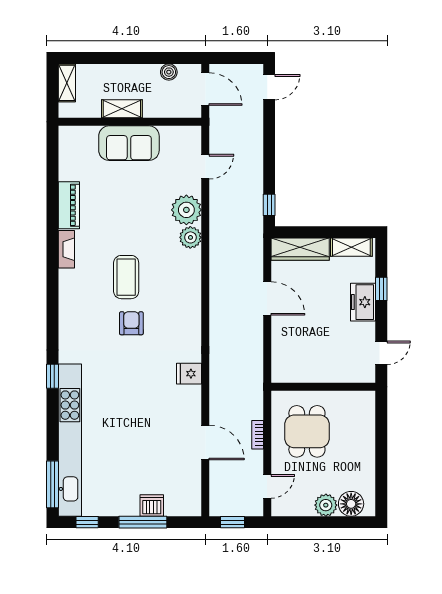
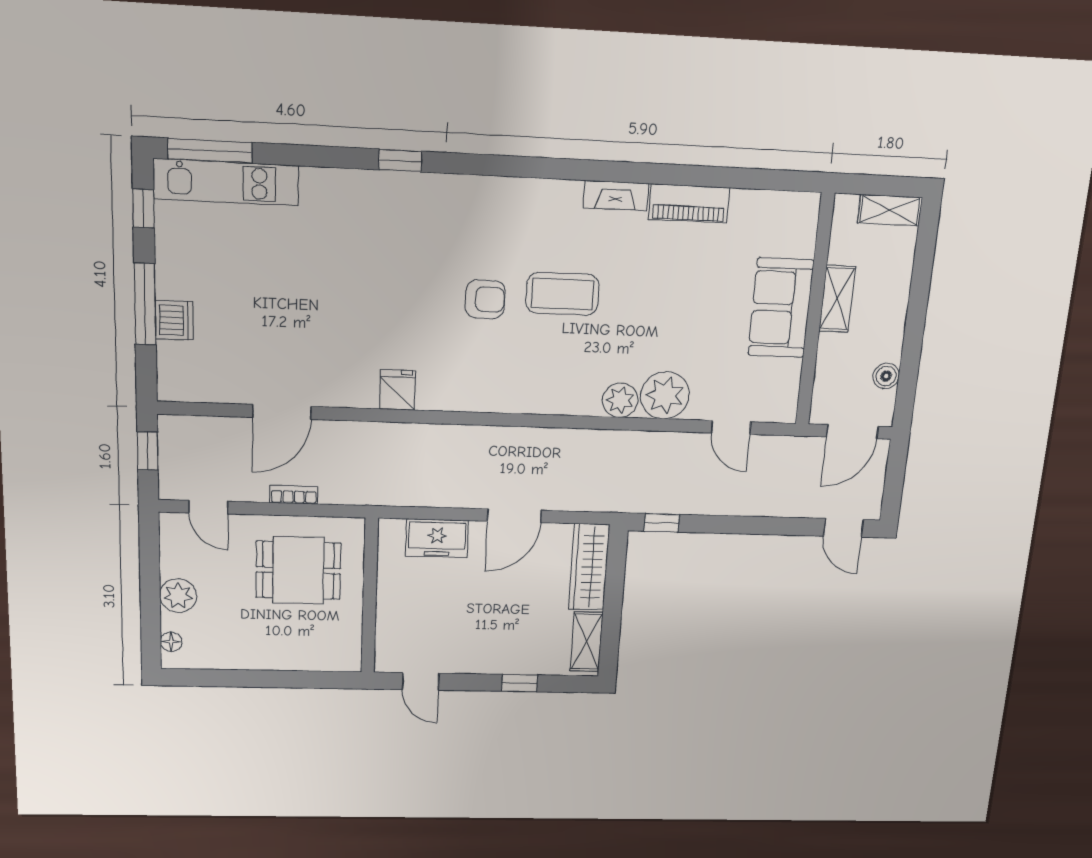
freezer: (363, 302) -> (437, 538), moved, turned 180
kitchen unit: (70, 440) -> (226, 182), width x0.54
floor lamp: (351, 504) -> (171, 642), width x0.53, depth x0.53

